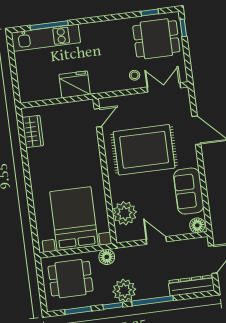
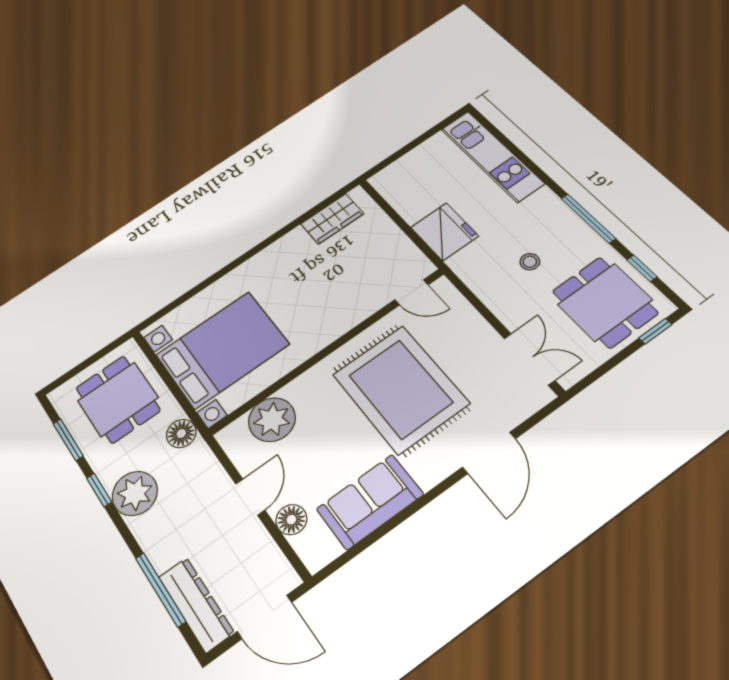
window: (49, 25) -> (588, 218), moved
stool: (135, 75) -> (530, 262), moved
floor lamp: (197, 225) -> (291, 520), moved
window: (153, 301) -> (160, 590), moved

